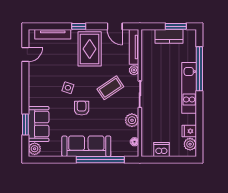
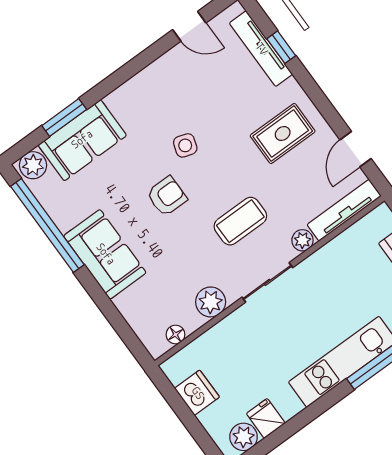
window: (79, 26) -> (281, 47), moved
rug: (90, 49) -> (283, 134), width x0.73, depth x0.70
coffee table: (110, 88) -> (240, 221), turned -56
sofa: (86, 146) -> (105, 254), width x0.73
window: (100, 160) -> (47, 225), moved

